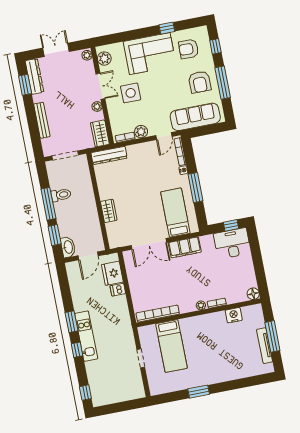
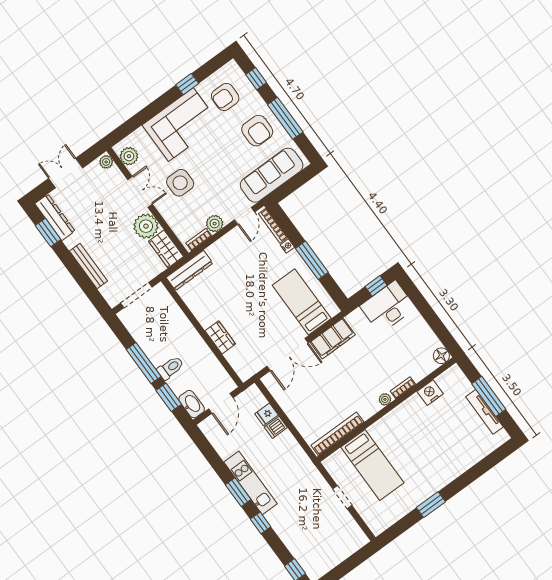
plant: (97, 106) -> (146, 226), width x1.87, depth x1.87
toilet: (61, 195) -> (170, 368), moved
fridge: (112, 273) -> (266, 414), width x0.53, depth x0.75
kitchen unit: (86, 336) -> (250, 483), moved

